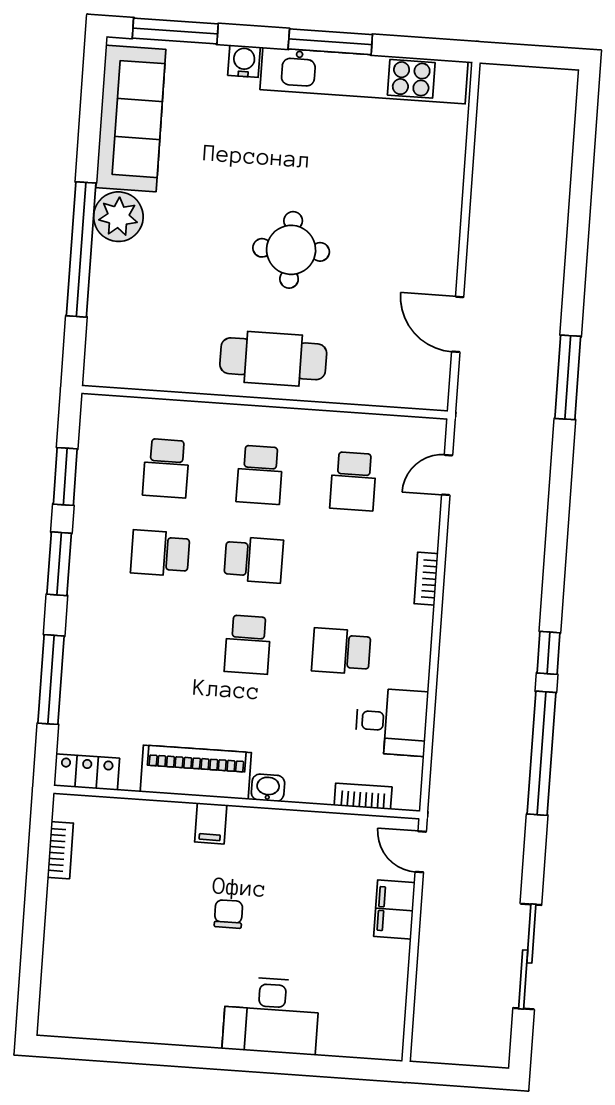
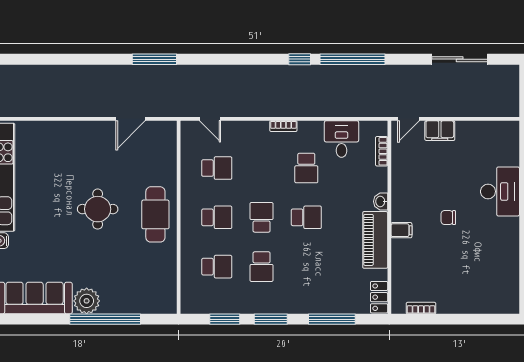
bookcase: (426, 579) -> (283, 126), moved

